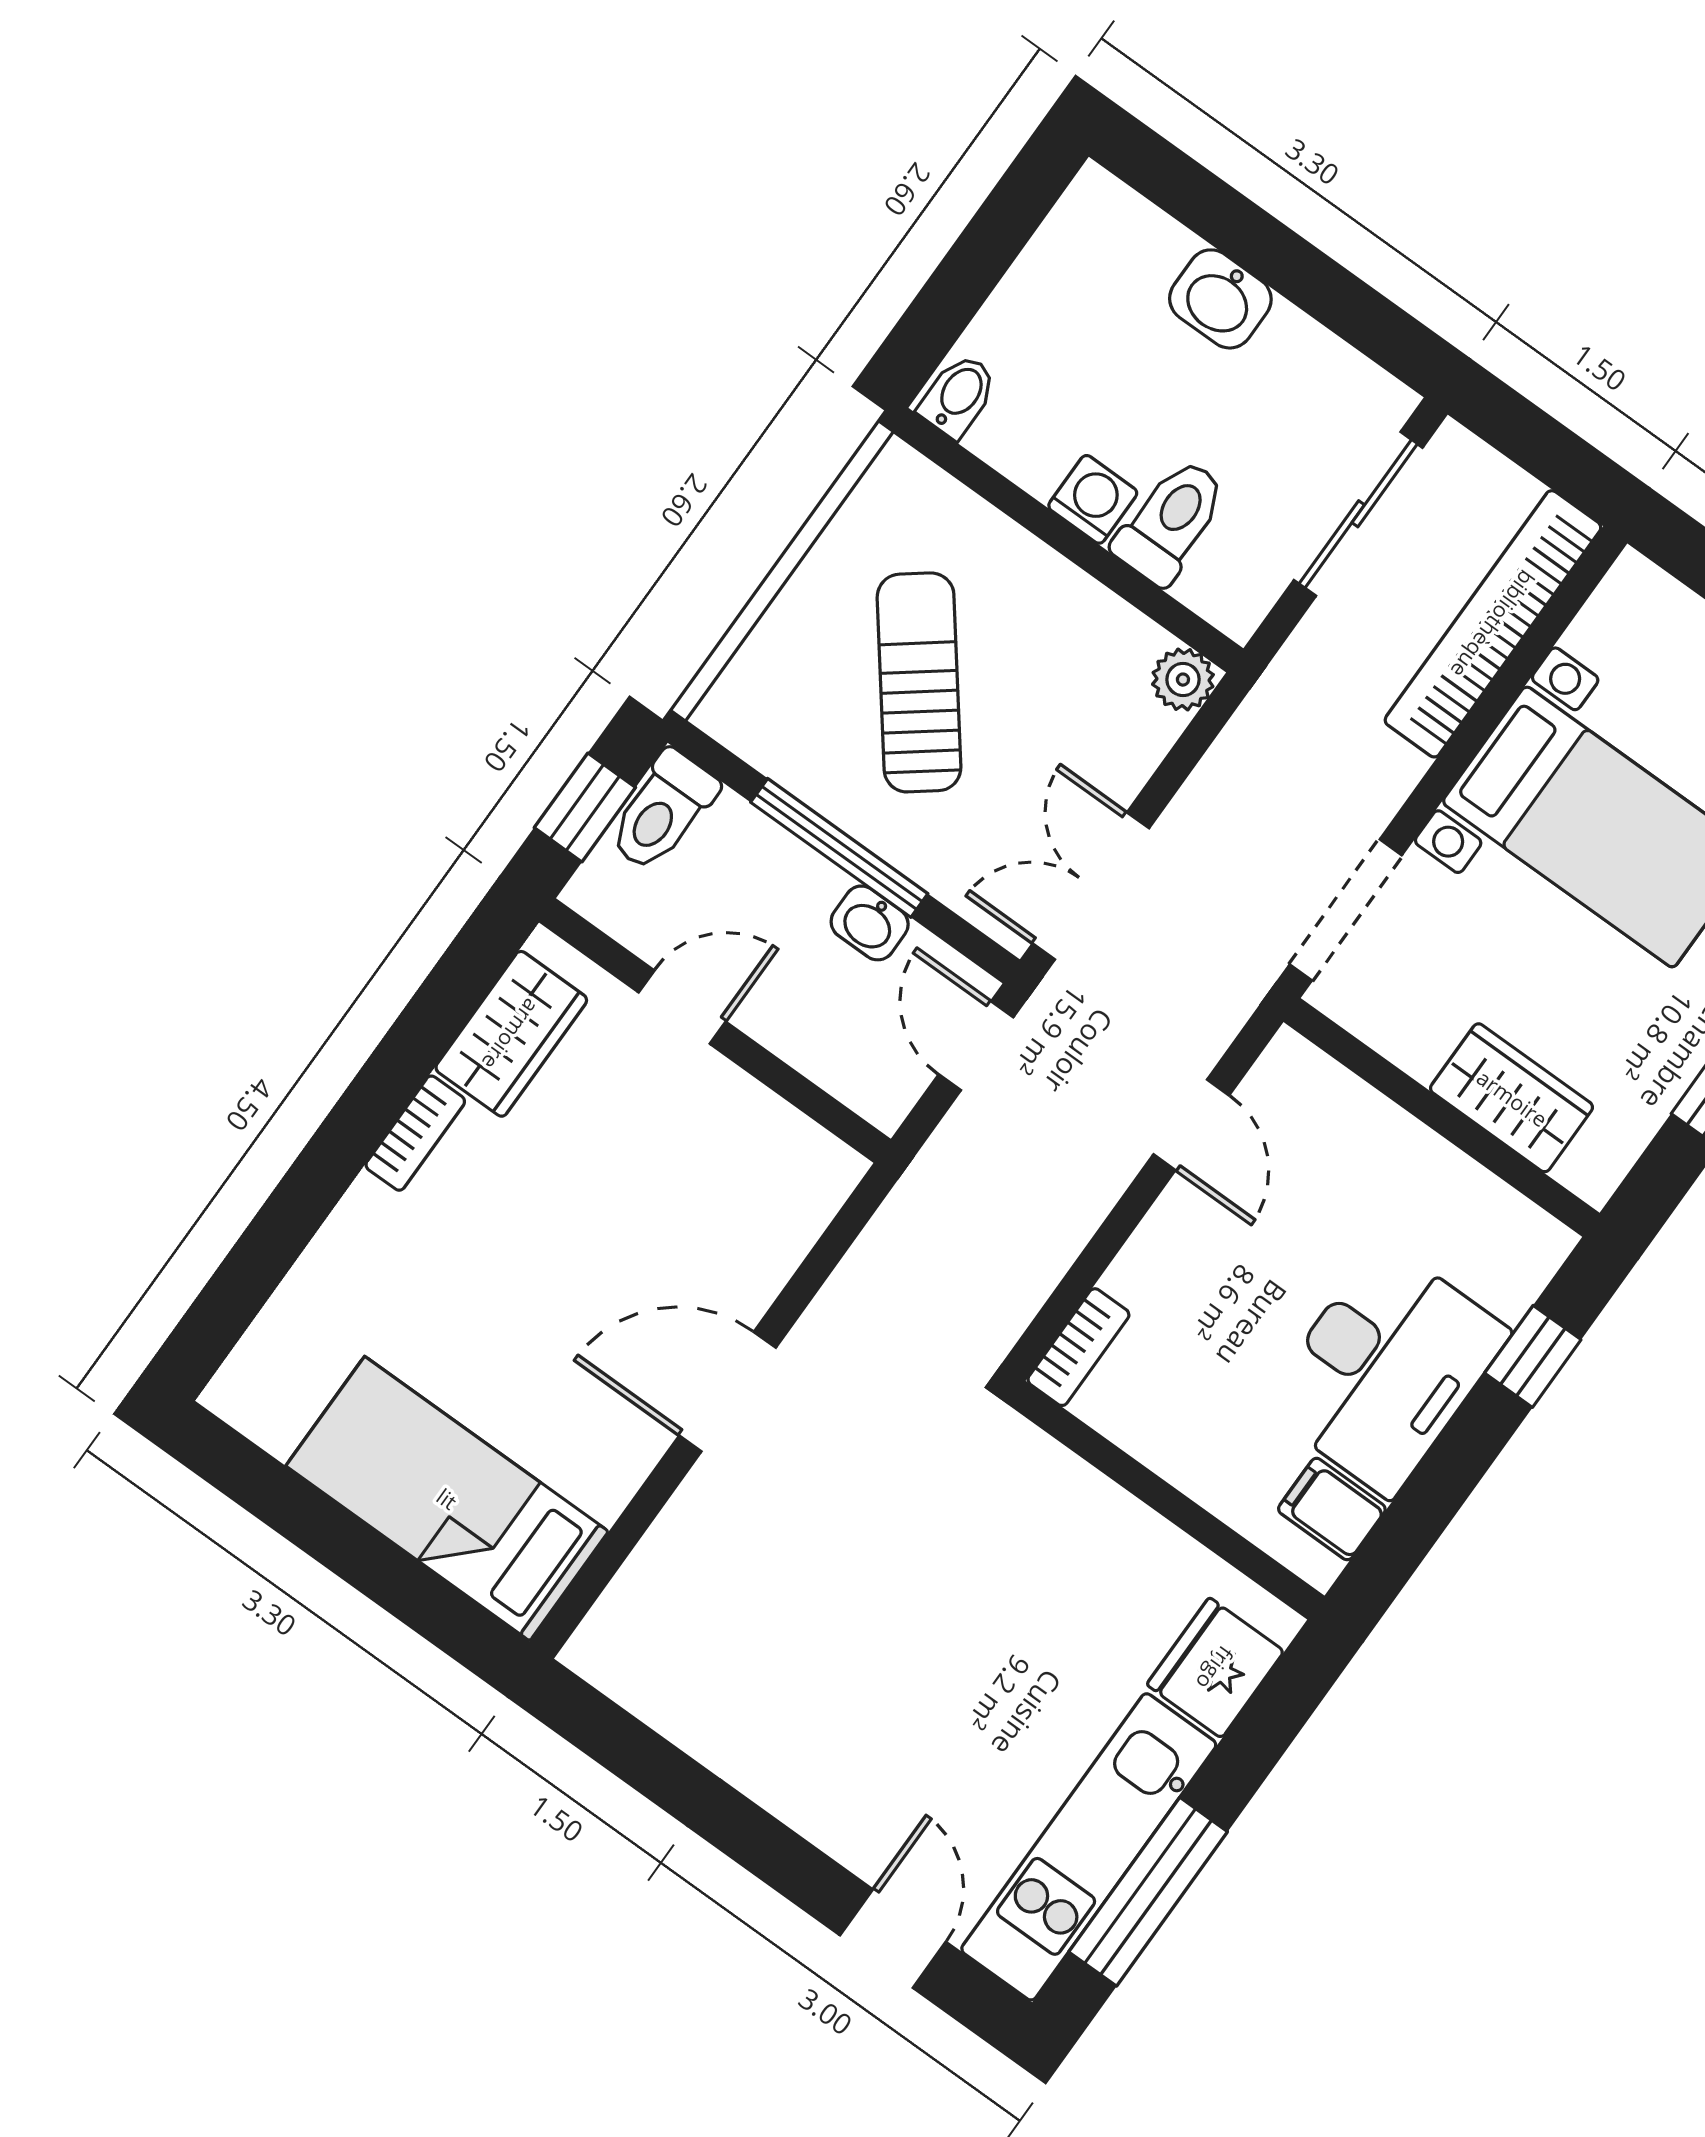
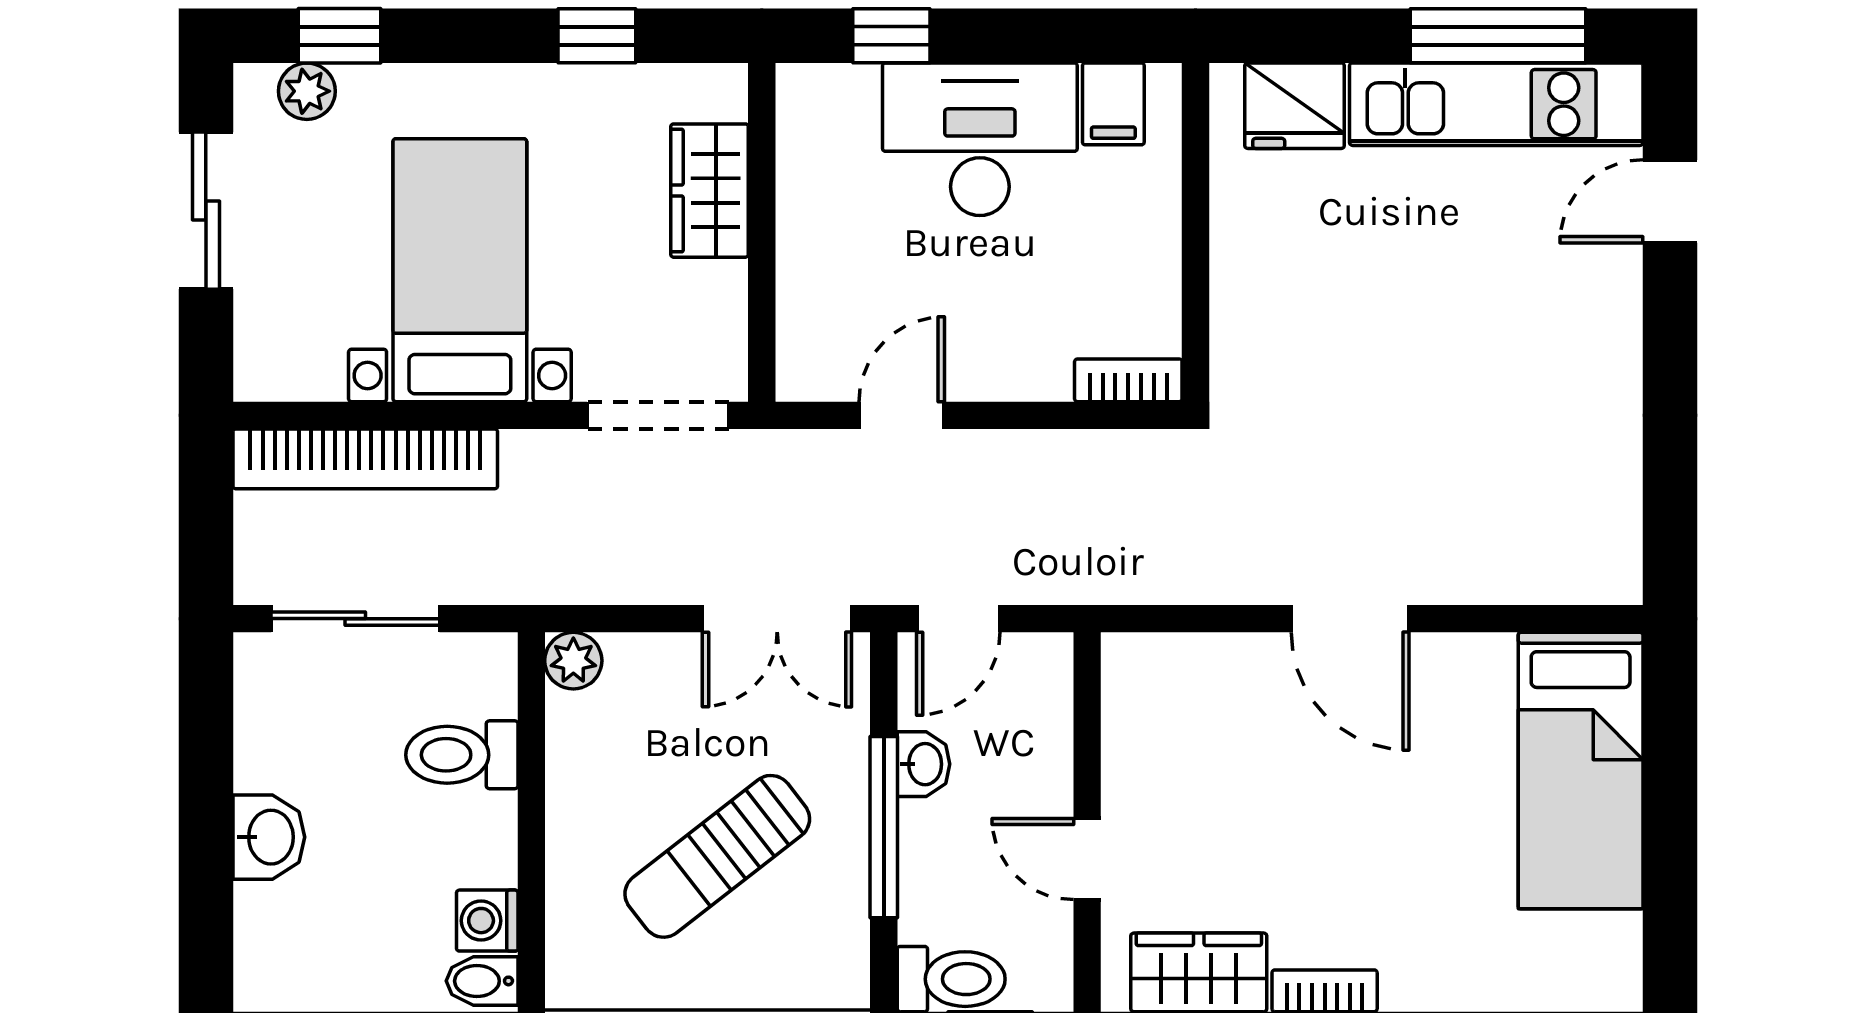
washing machine: (1093, 499) -> (487, 921), moved

